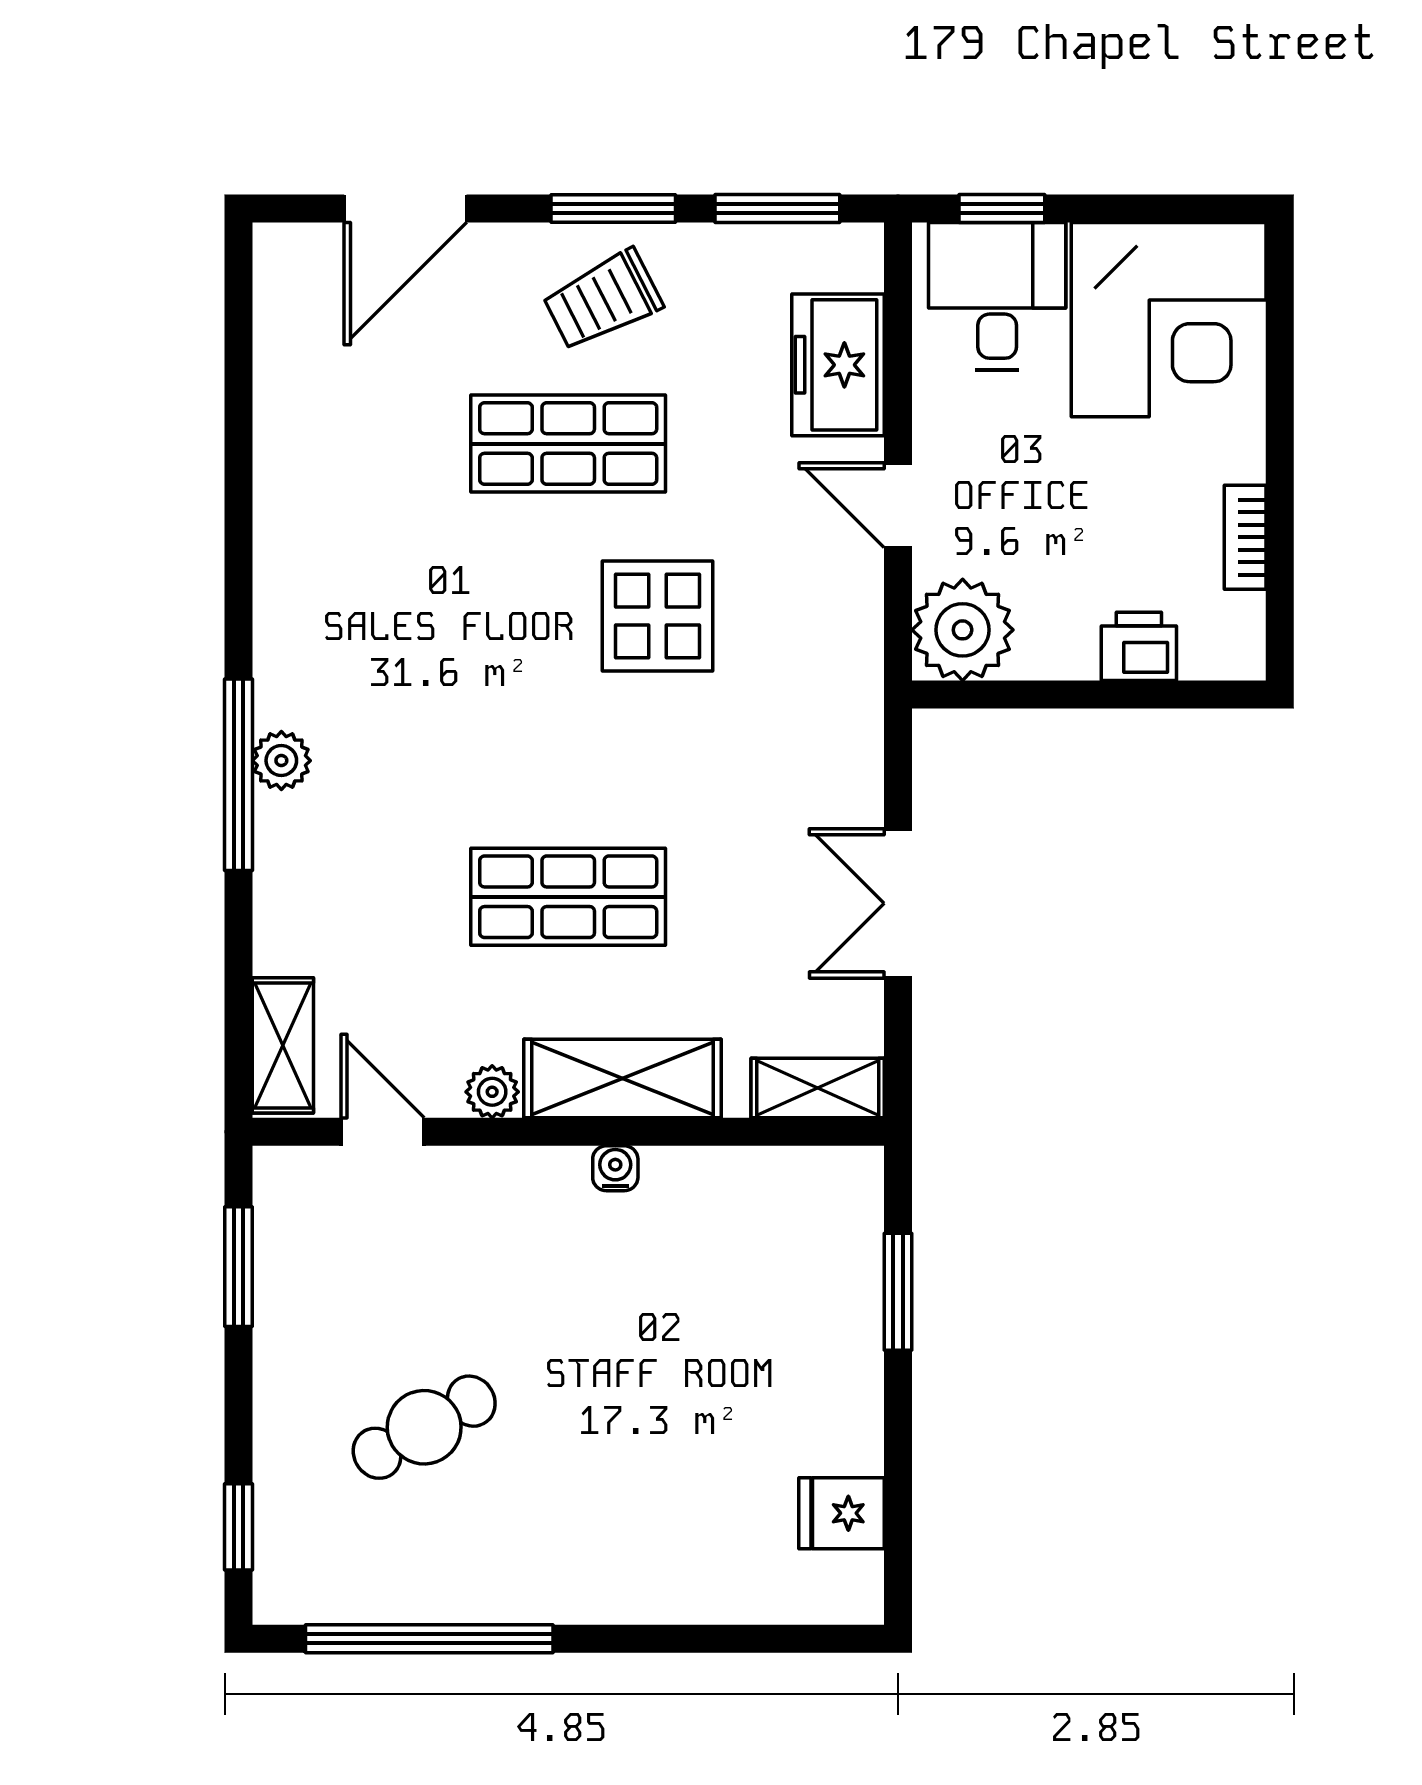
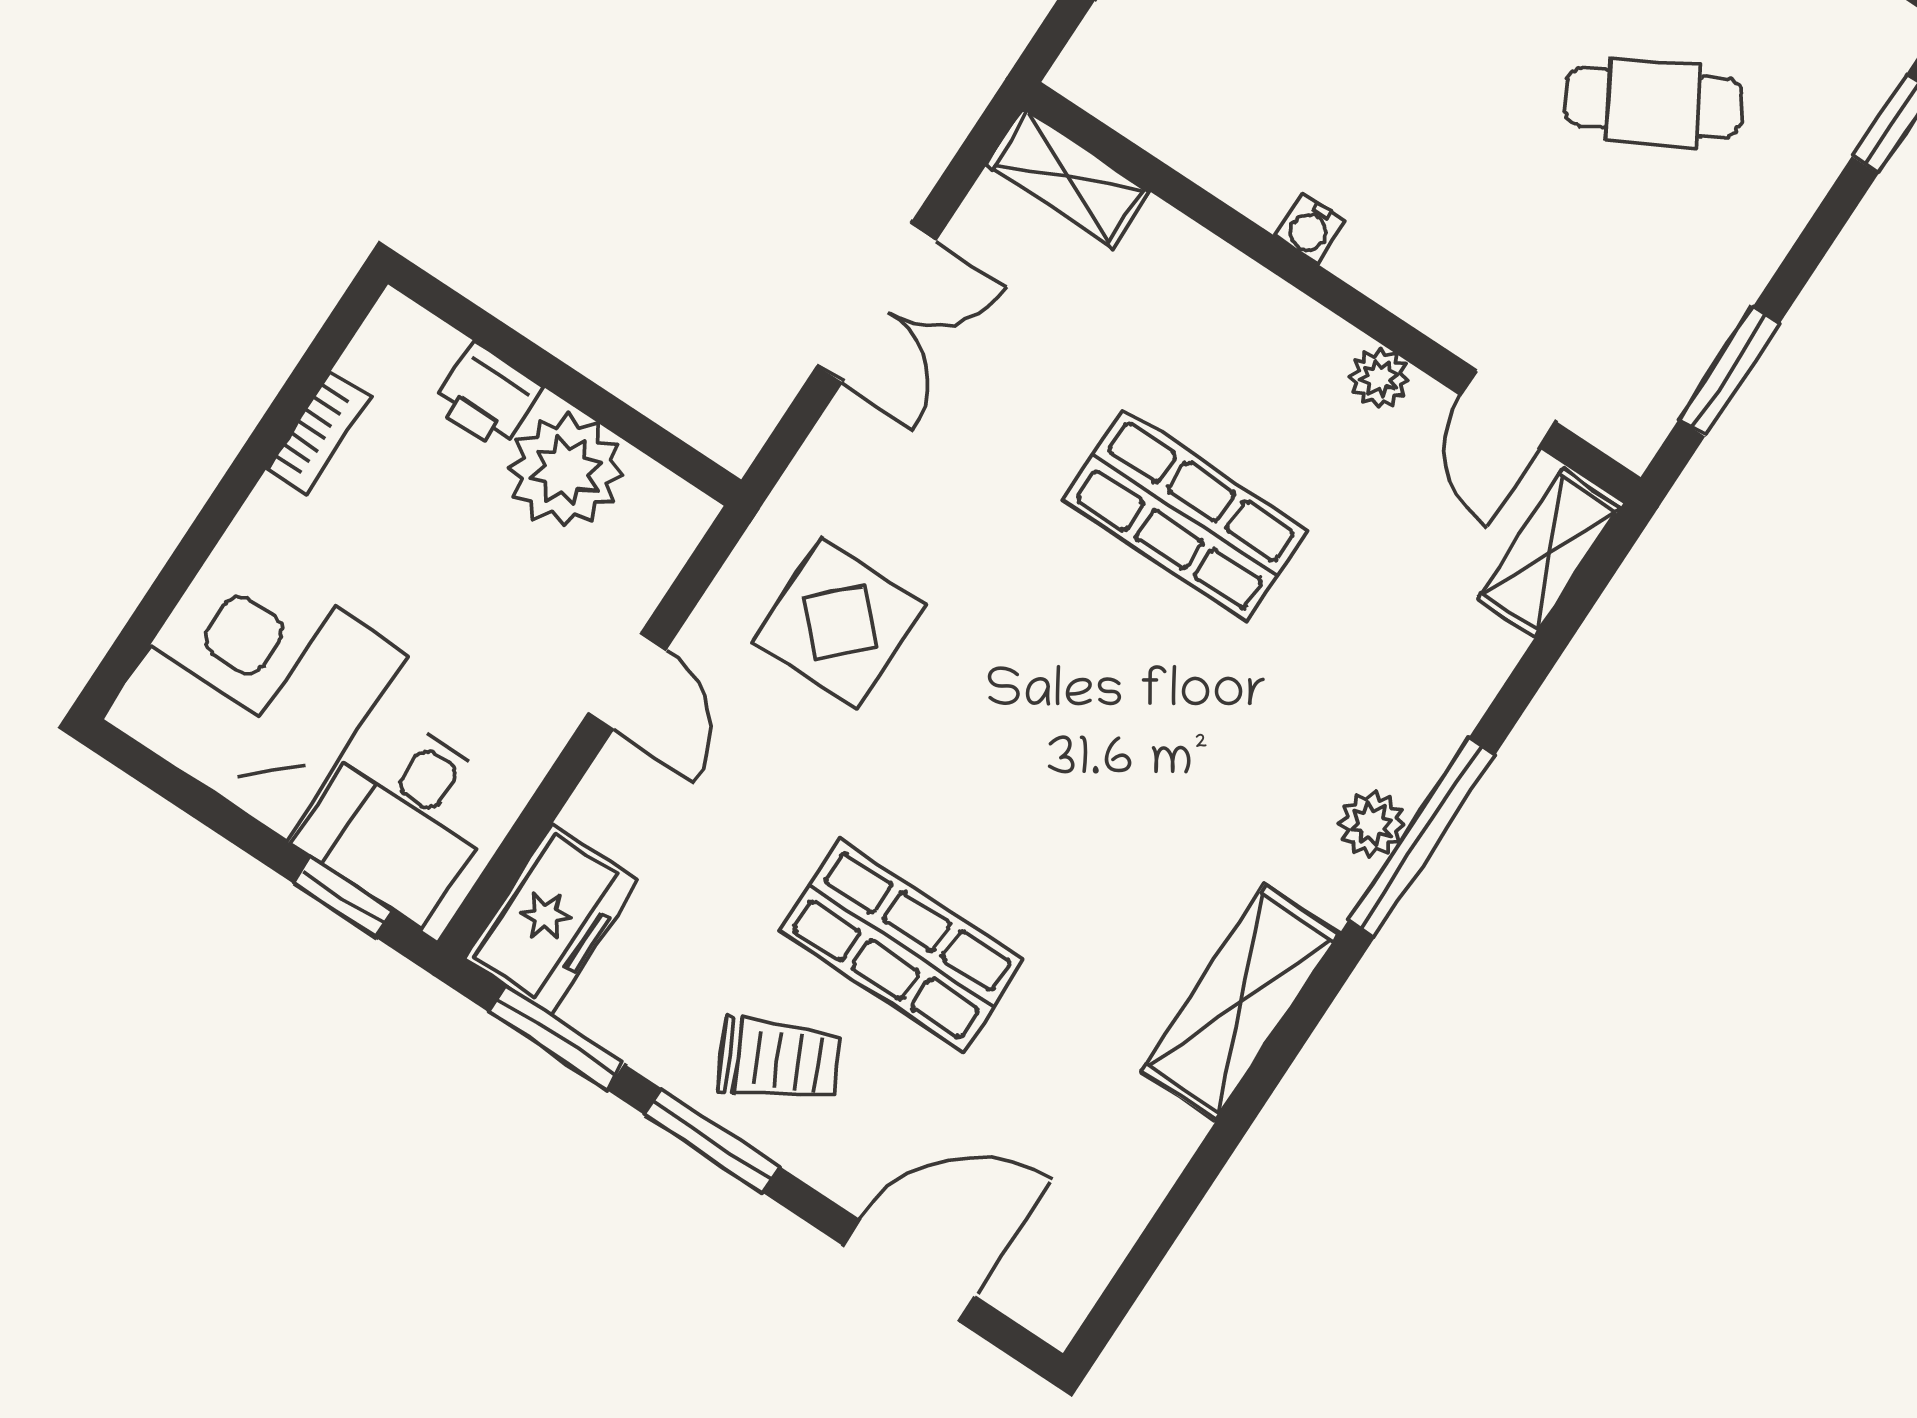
freezer: (838, 365) -> (552, 919), moved
display table: (657, 616) -> (839, 623), moved
plant: (963, 630) -> (566, 470), moved
shelving: (623, 1078) -> (1240, 1003), moved, turned 90

